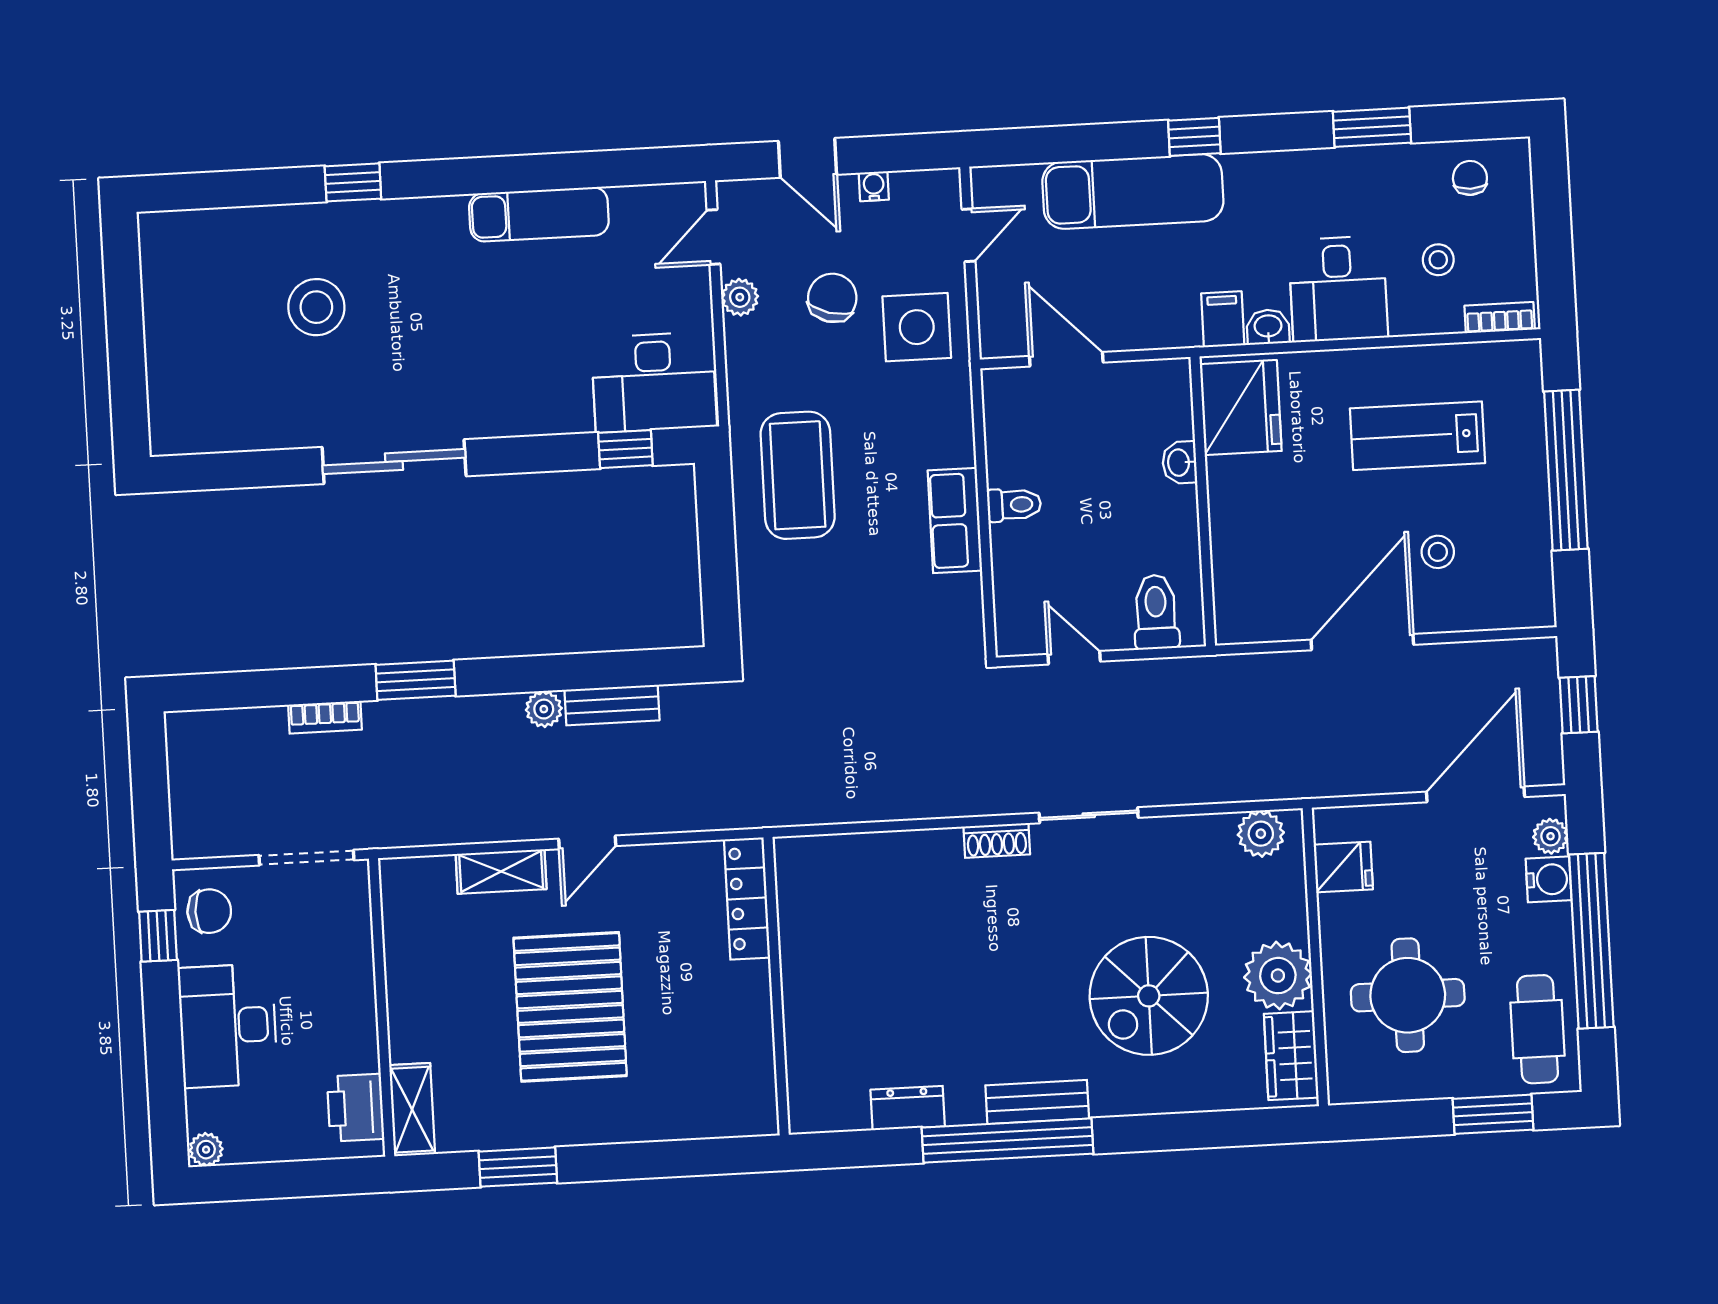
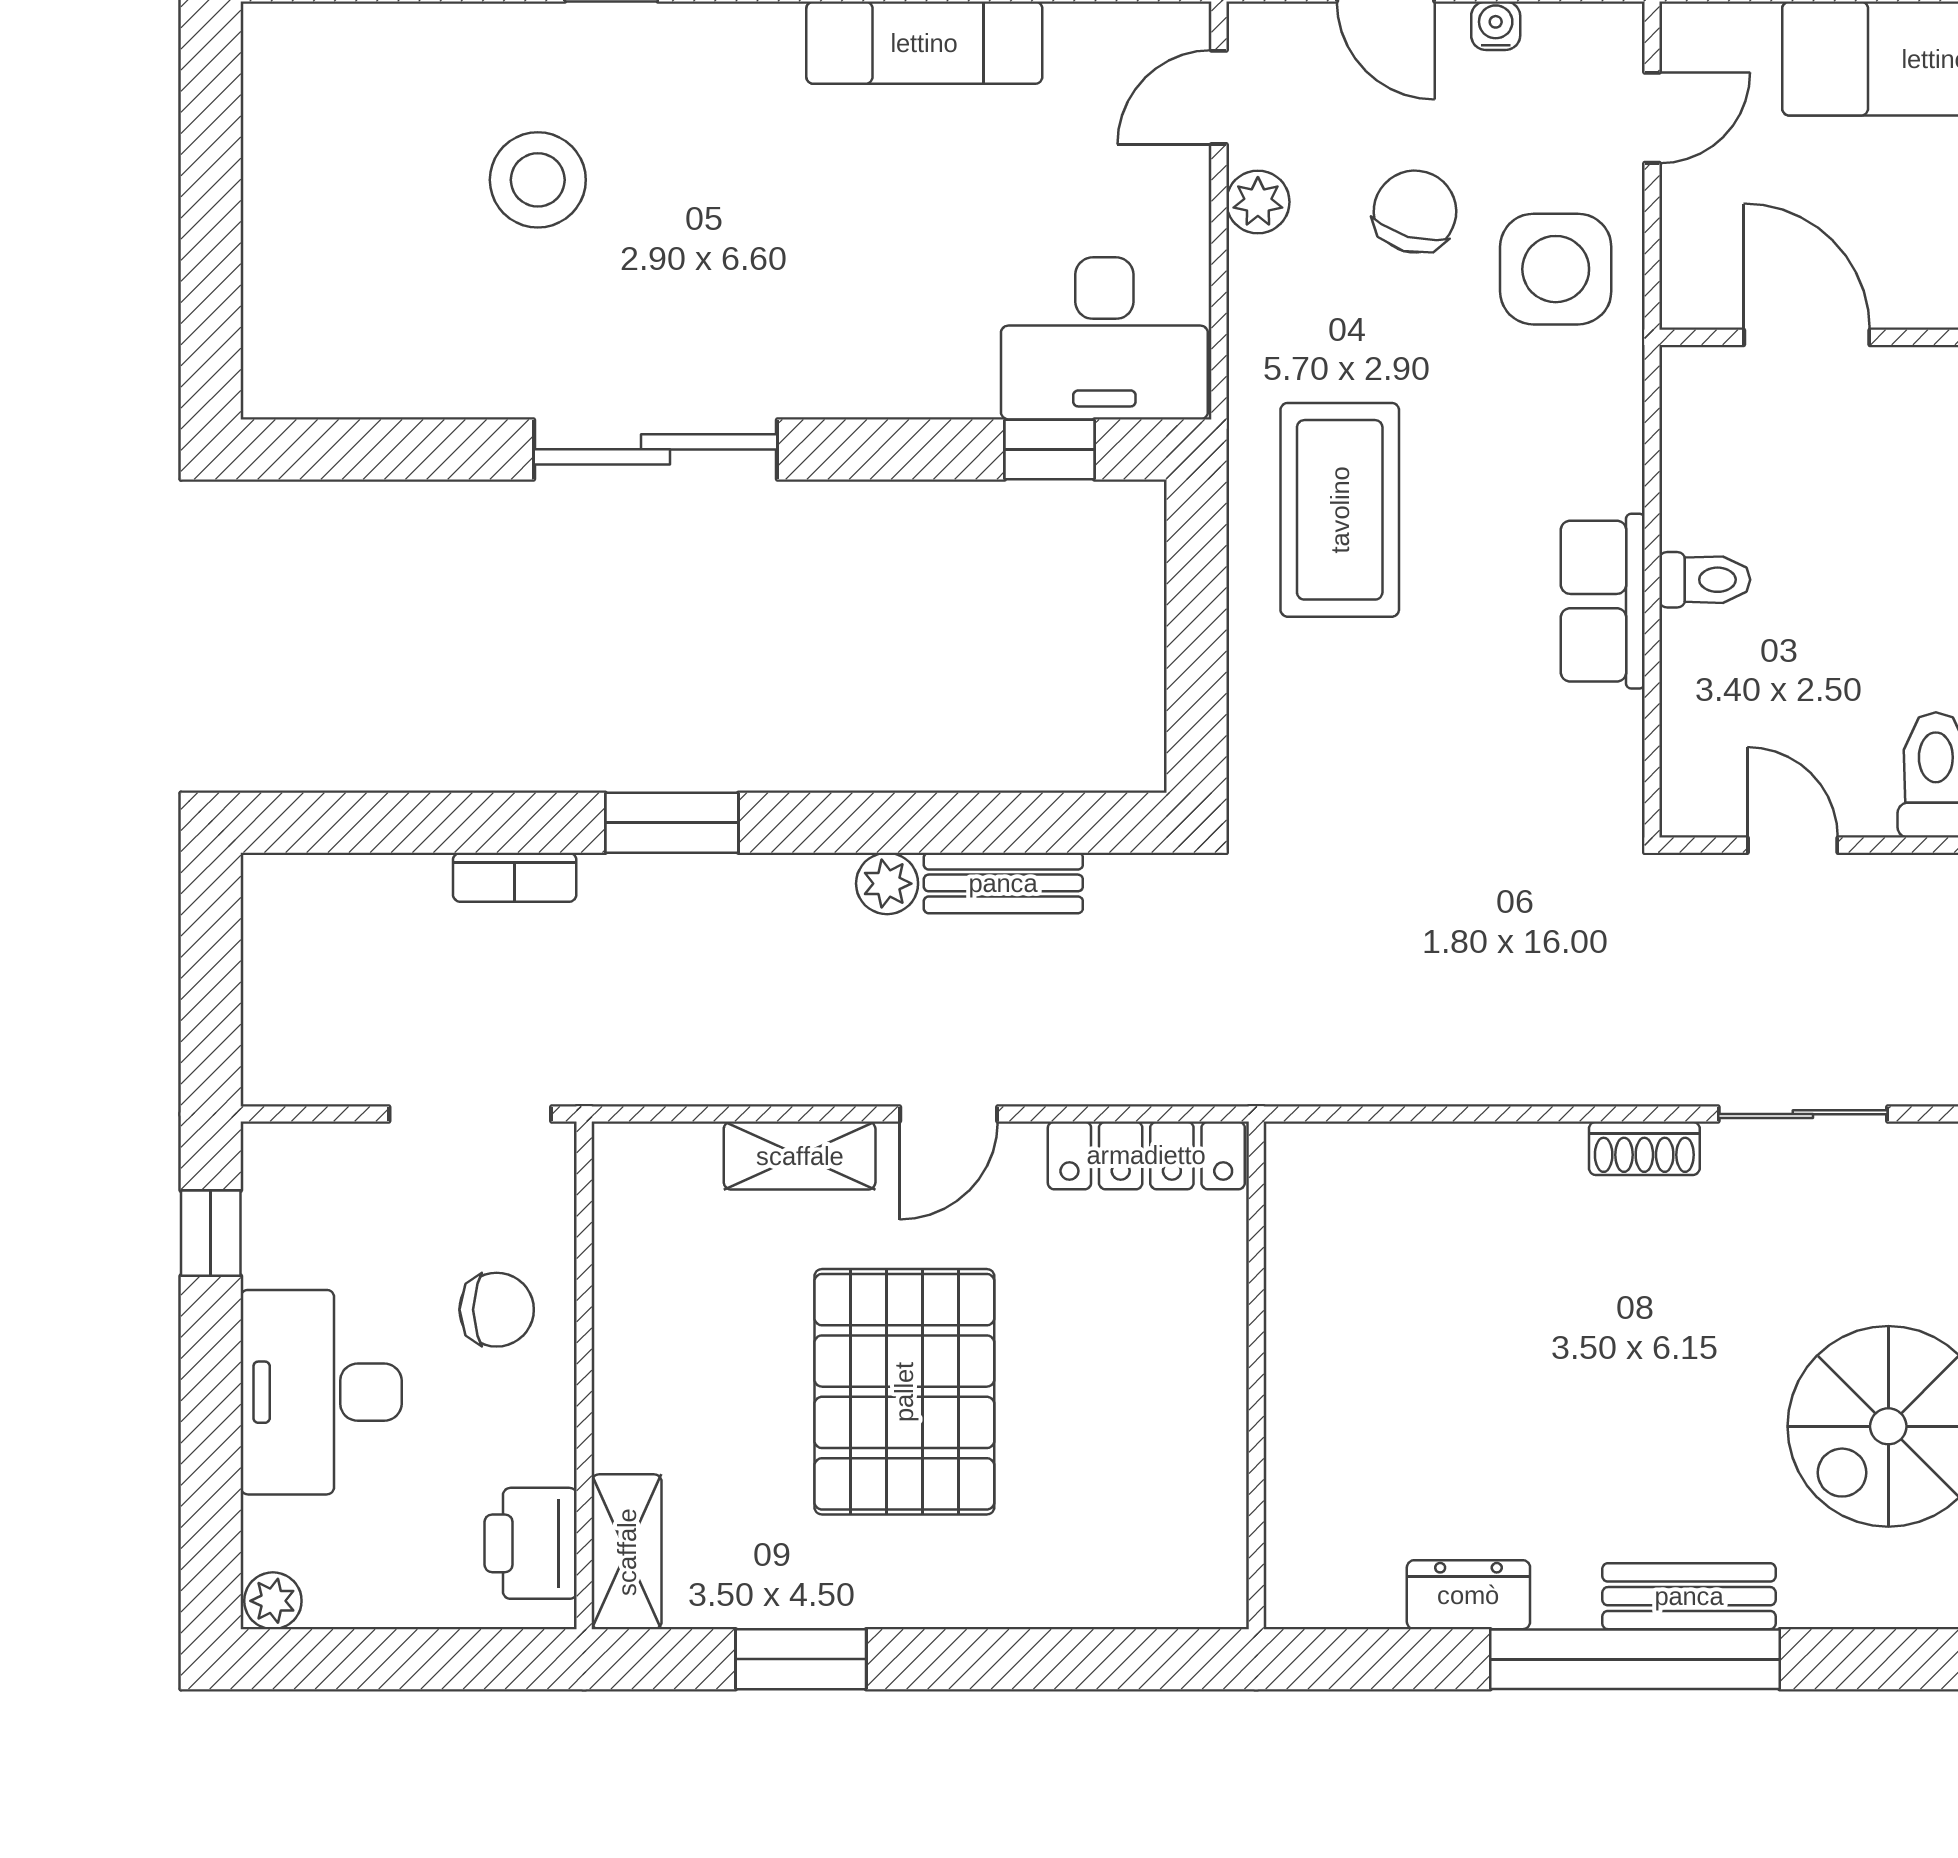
locker: (747, 898) -> (1146, 1155), moved, turned -90
chair: (209, 911) -> (497, 1310), moved

